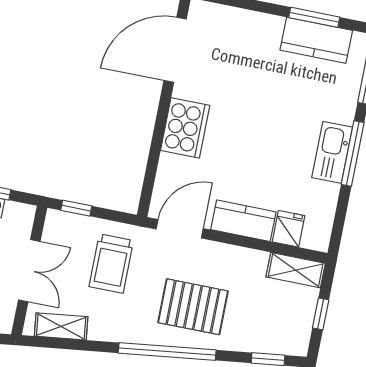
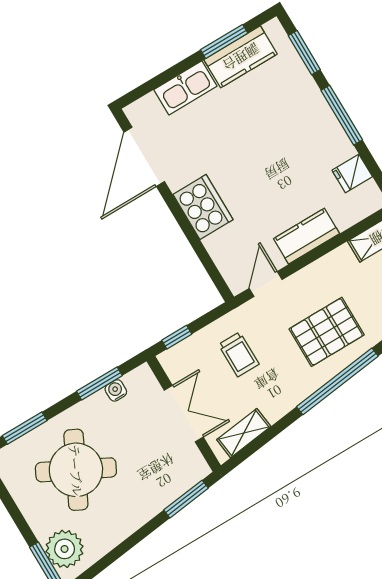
kitchen sink: (332, 152) -> (185, 88), moved, turned -90
door: (180, 229) -> (266, 284), width x0.73
fridge: (288, 229) -> (352, 173), moved, turned -90
trolley: (111, 264) -> (239, 354), width x0.73, depth x0.72

